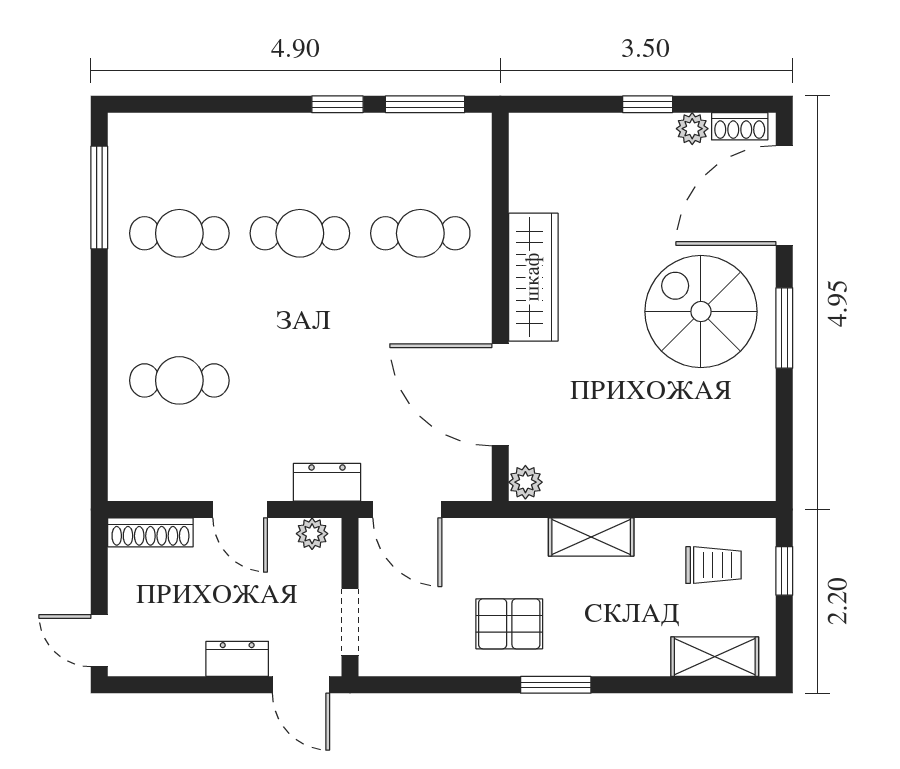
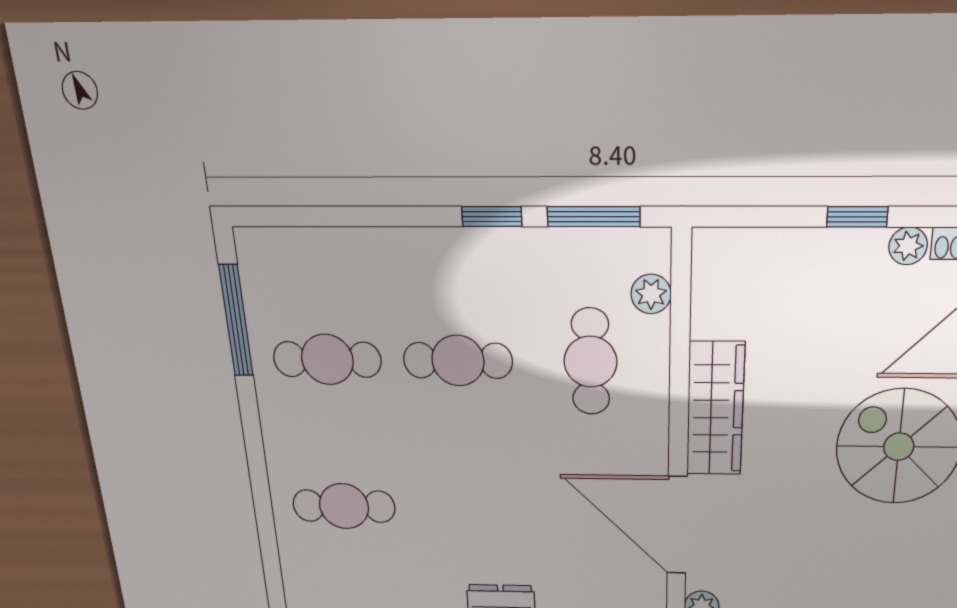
plant: (474, 171) -> (651, 294), added
cafe table: (420, 233) -> (591, 362), turned 90

